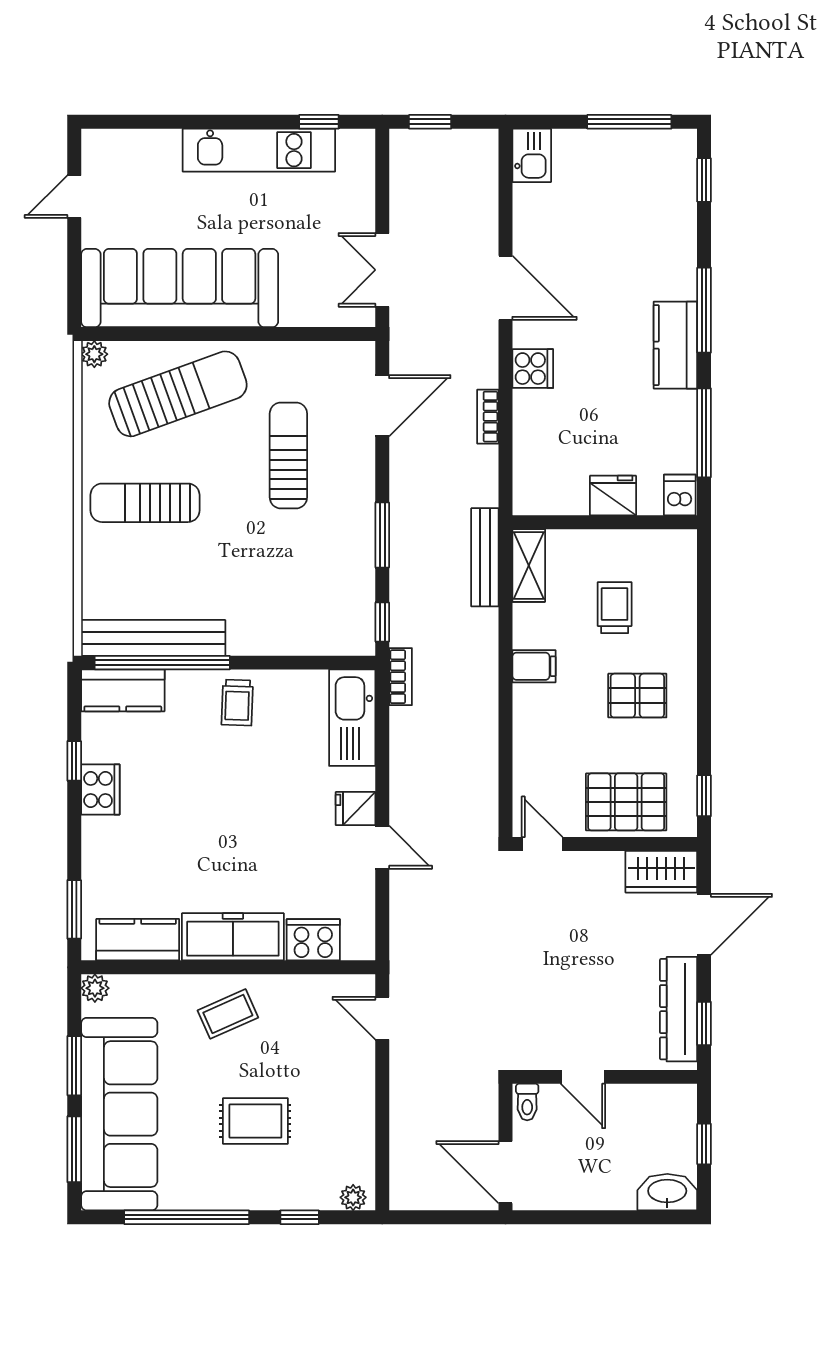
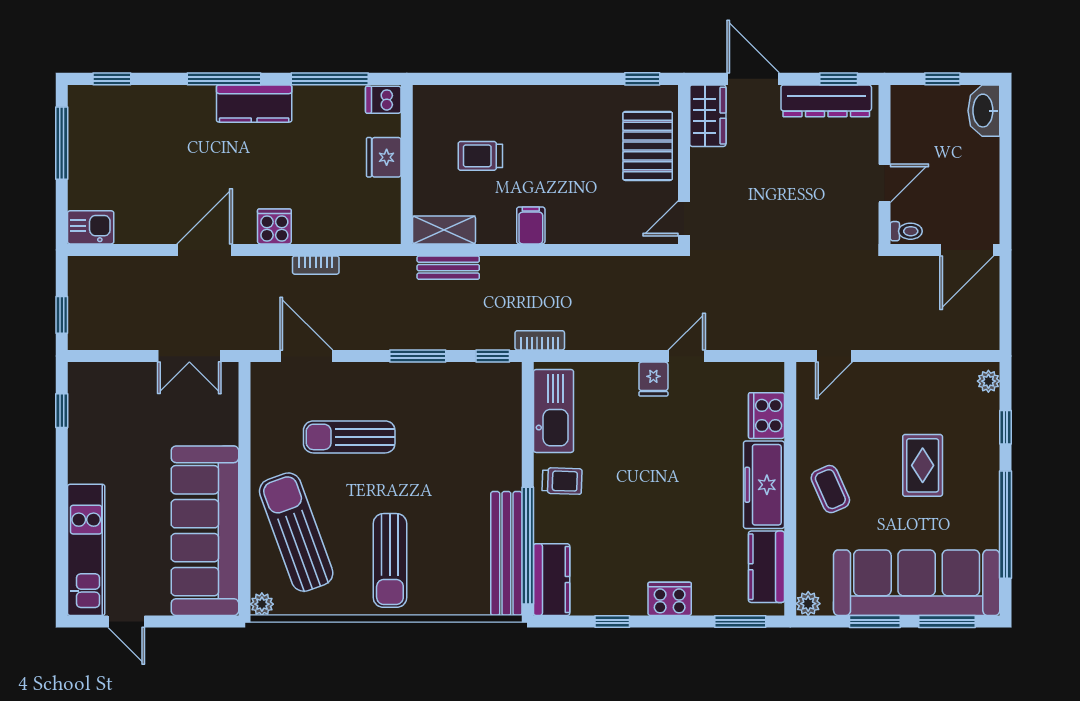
kitchen unit: (259, 150) -> (86, 550), moved
bench: (485, 557) -> (448, 268), width x0.73
pallet: (637, 696) -> (556, 136), removed
kitchen sink: (352, 718) -> (554, 411), moved, turned -90
cooker: (100, 789) -> (670, 599), moved

